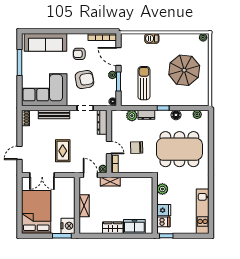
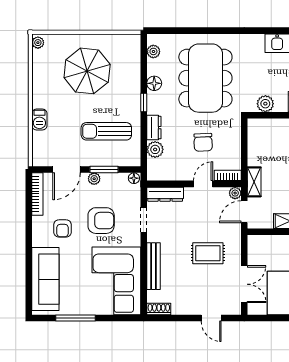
armchair: (84, 80) -> (101, 221), turned 100

